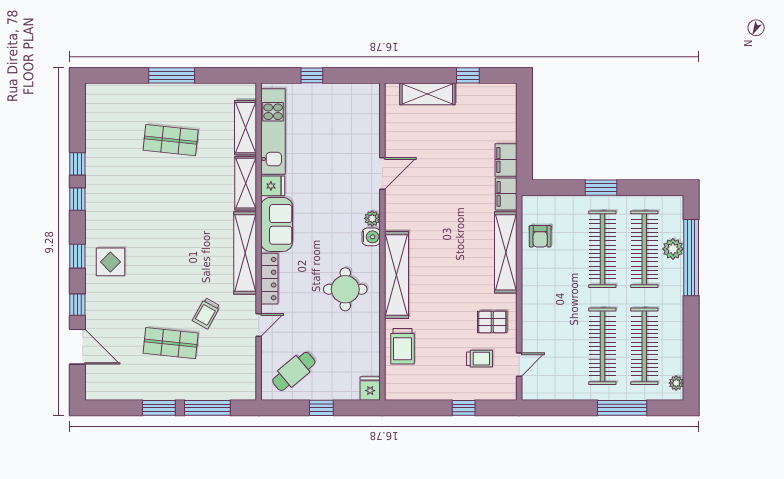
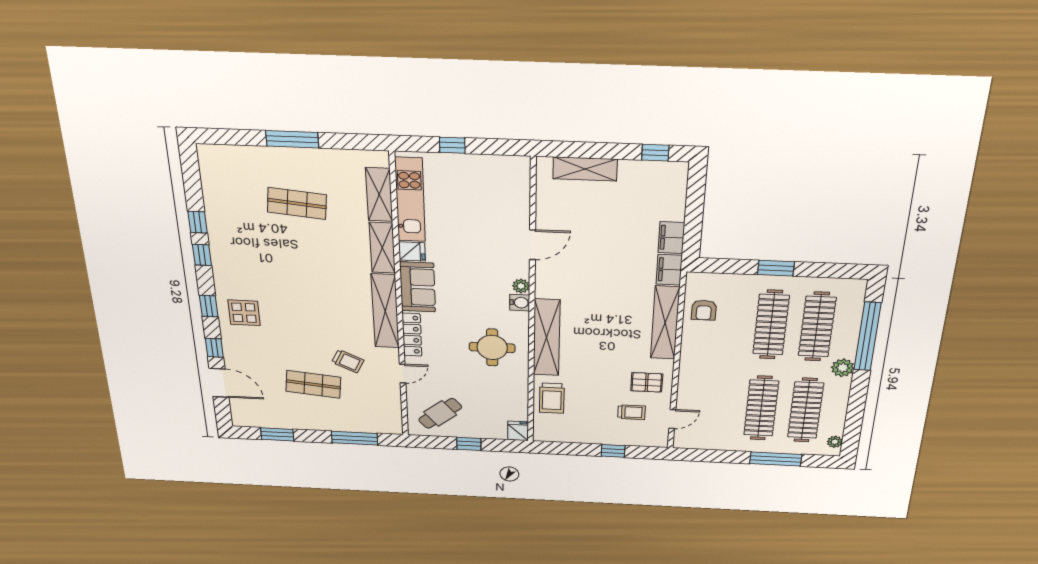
window: (468, 75) -> (655, 153), moved
plant: (673, 249) -> (843, 368), moved
trolley: (206, 313) -> (348, 361), turned -93
window: (159, 408) -> (277, 434), moved

